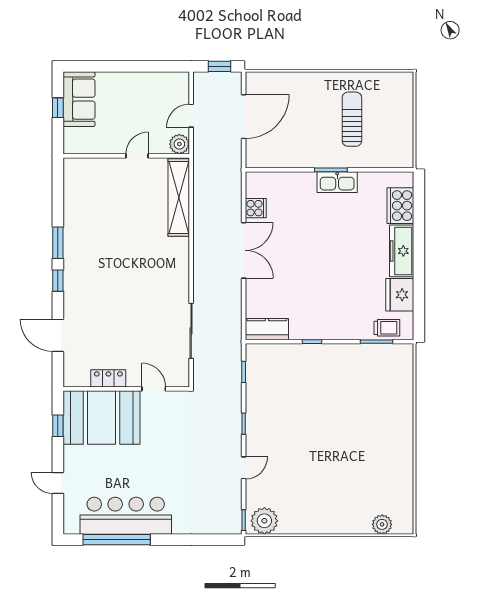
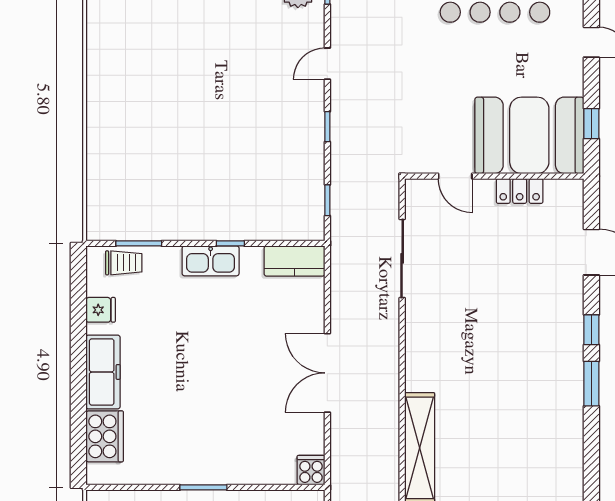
kitchen sink: (337, 182) -> (211, 261), moved, turned 180
cooker: (256, 208) -> (311, 470), moved, turned 90
fridge: (400, 295) -> (101, 310), width x0.53, depth x0.75
trolley: (387, 328) -> (124, 263), turned 180

